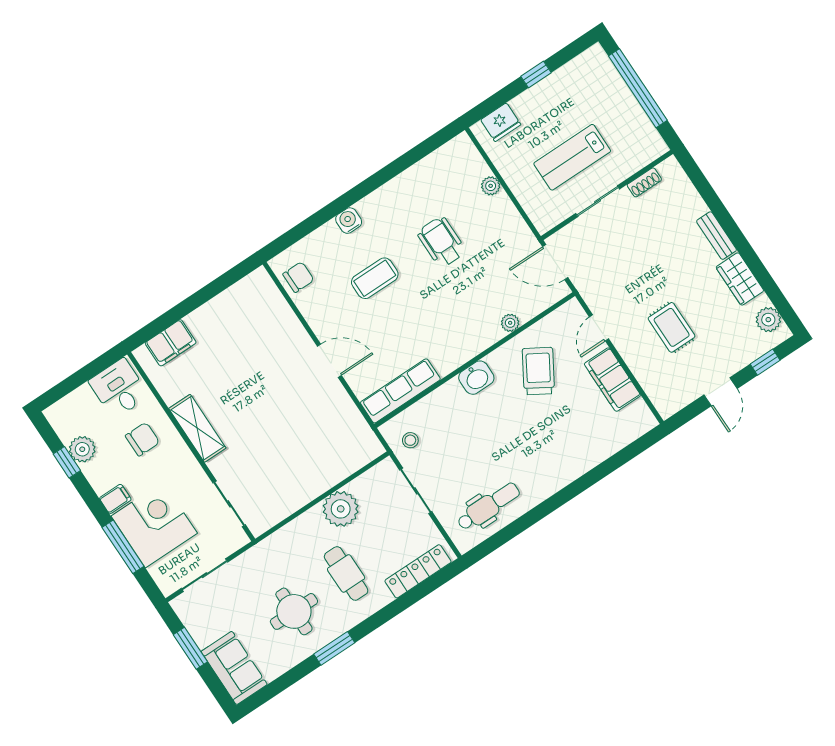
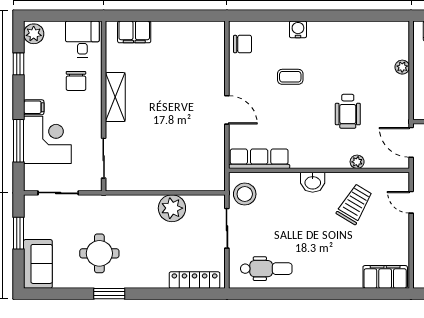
wheelchair: (441, 242) -> (348, 111), moved, turned 180
coffee table: (375, 278) -> (290, 77), width x0.73, depth x0.77
door: (599, 328) -> (411, 202), hinge flipped
filing cabinet: (612, 380) -> (385, 277), moved, turned 90
chair: (142, 439) -> (76, 81), turned 90
stool: (410, 440) -> (245, 194), width x1.89, depth x1.89
plant: (82, 449) -> (34, 34), moved
cafe table: (346, 573) -> (148, 251), removed

